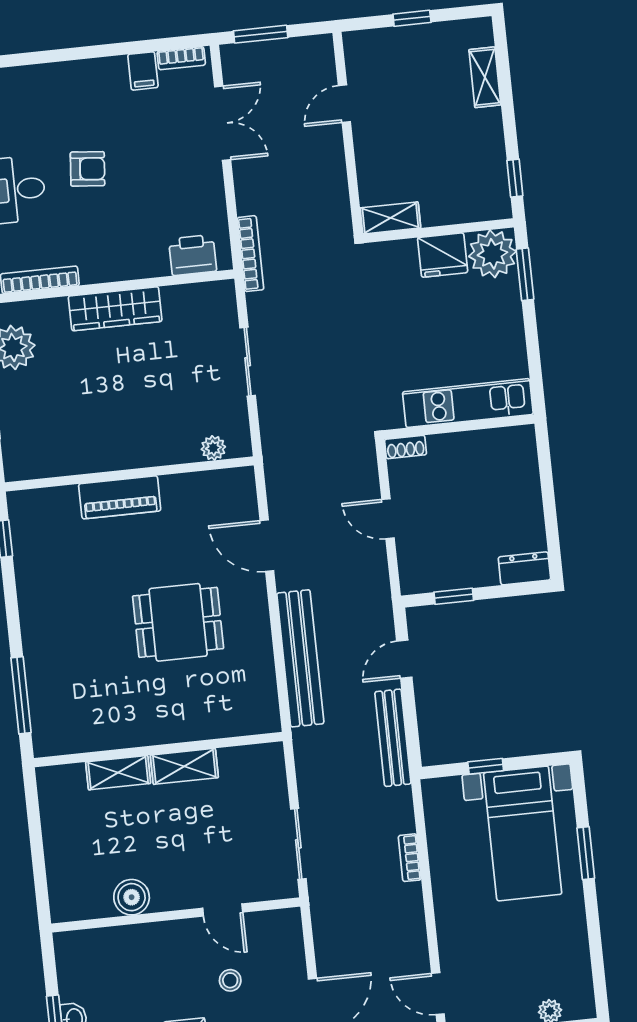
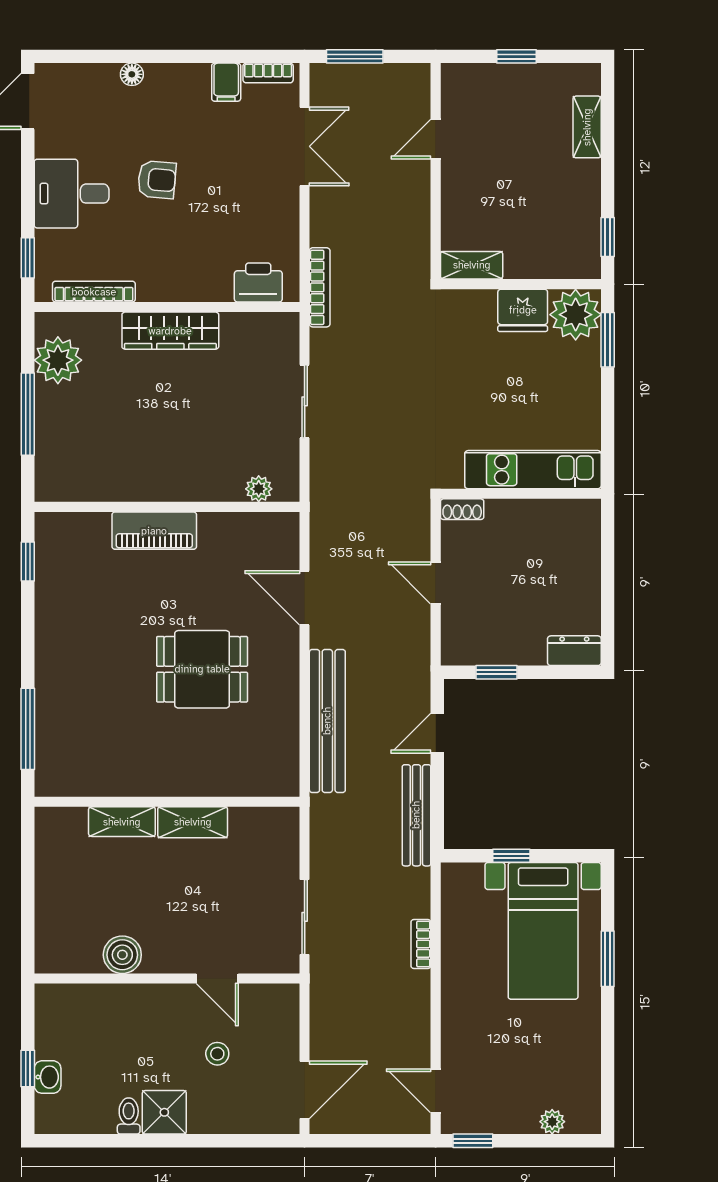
floor lamp: (54, 73) -> (132, 74), added

